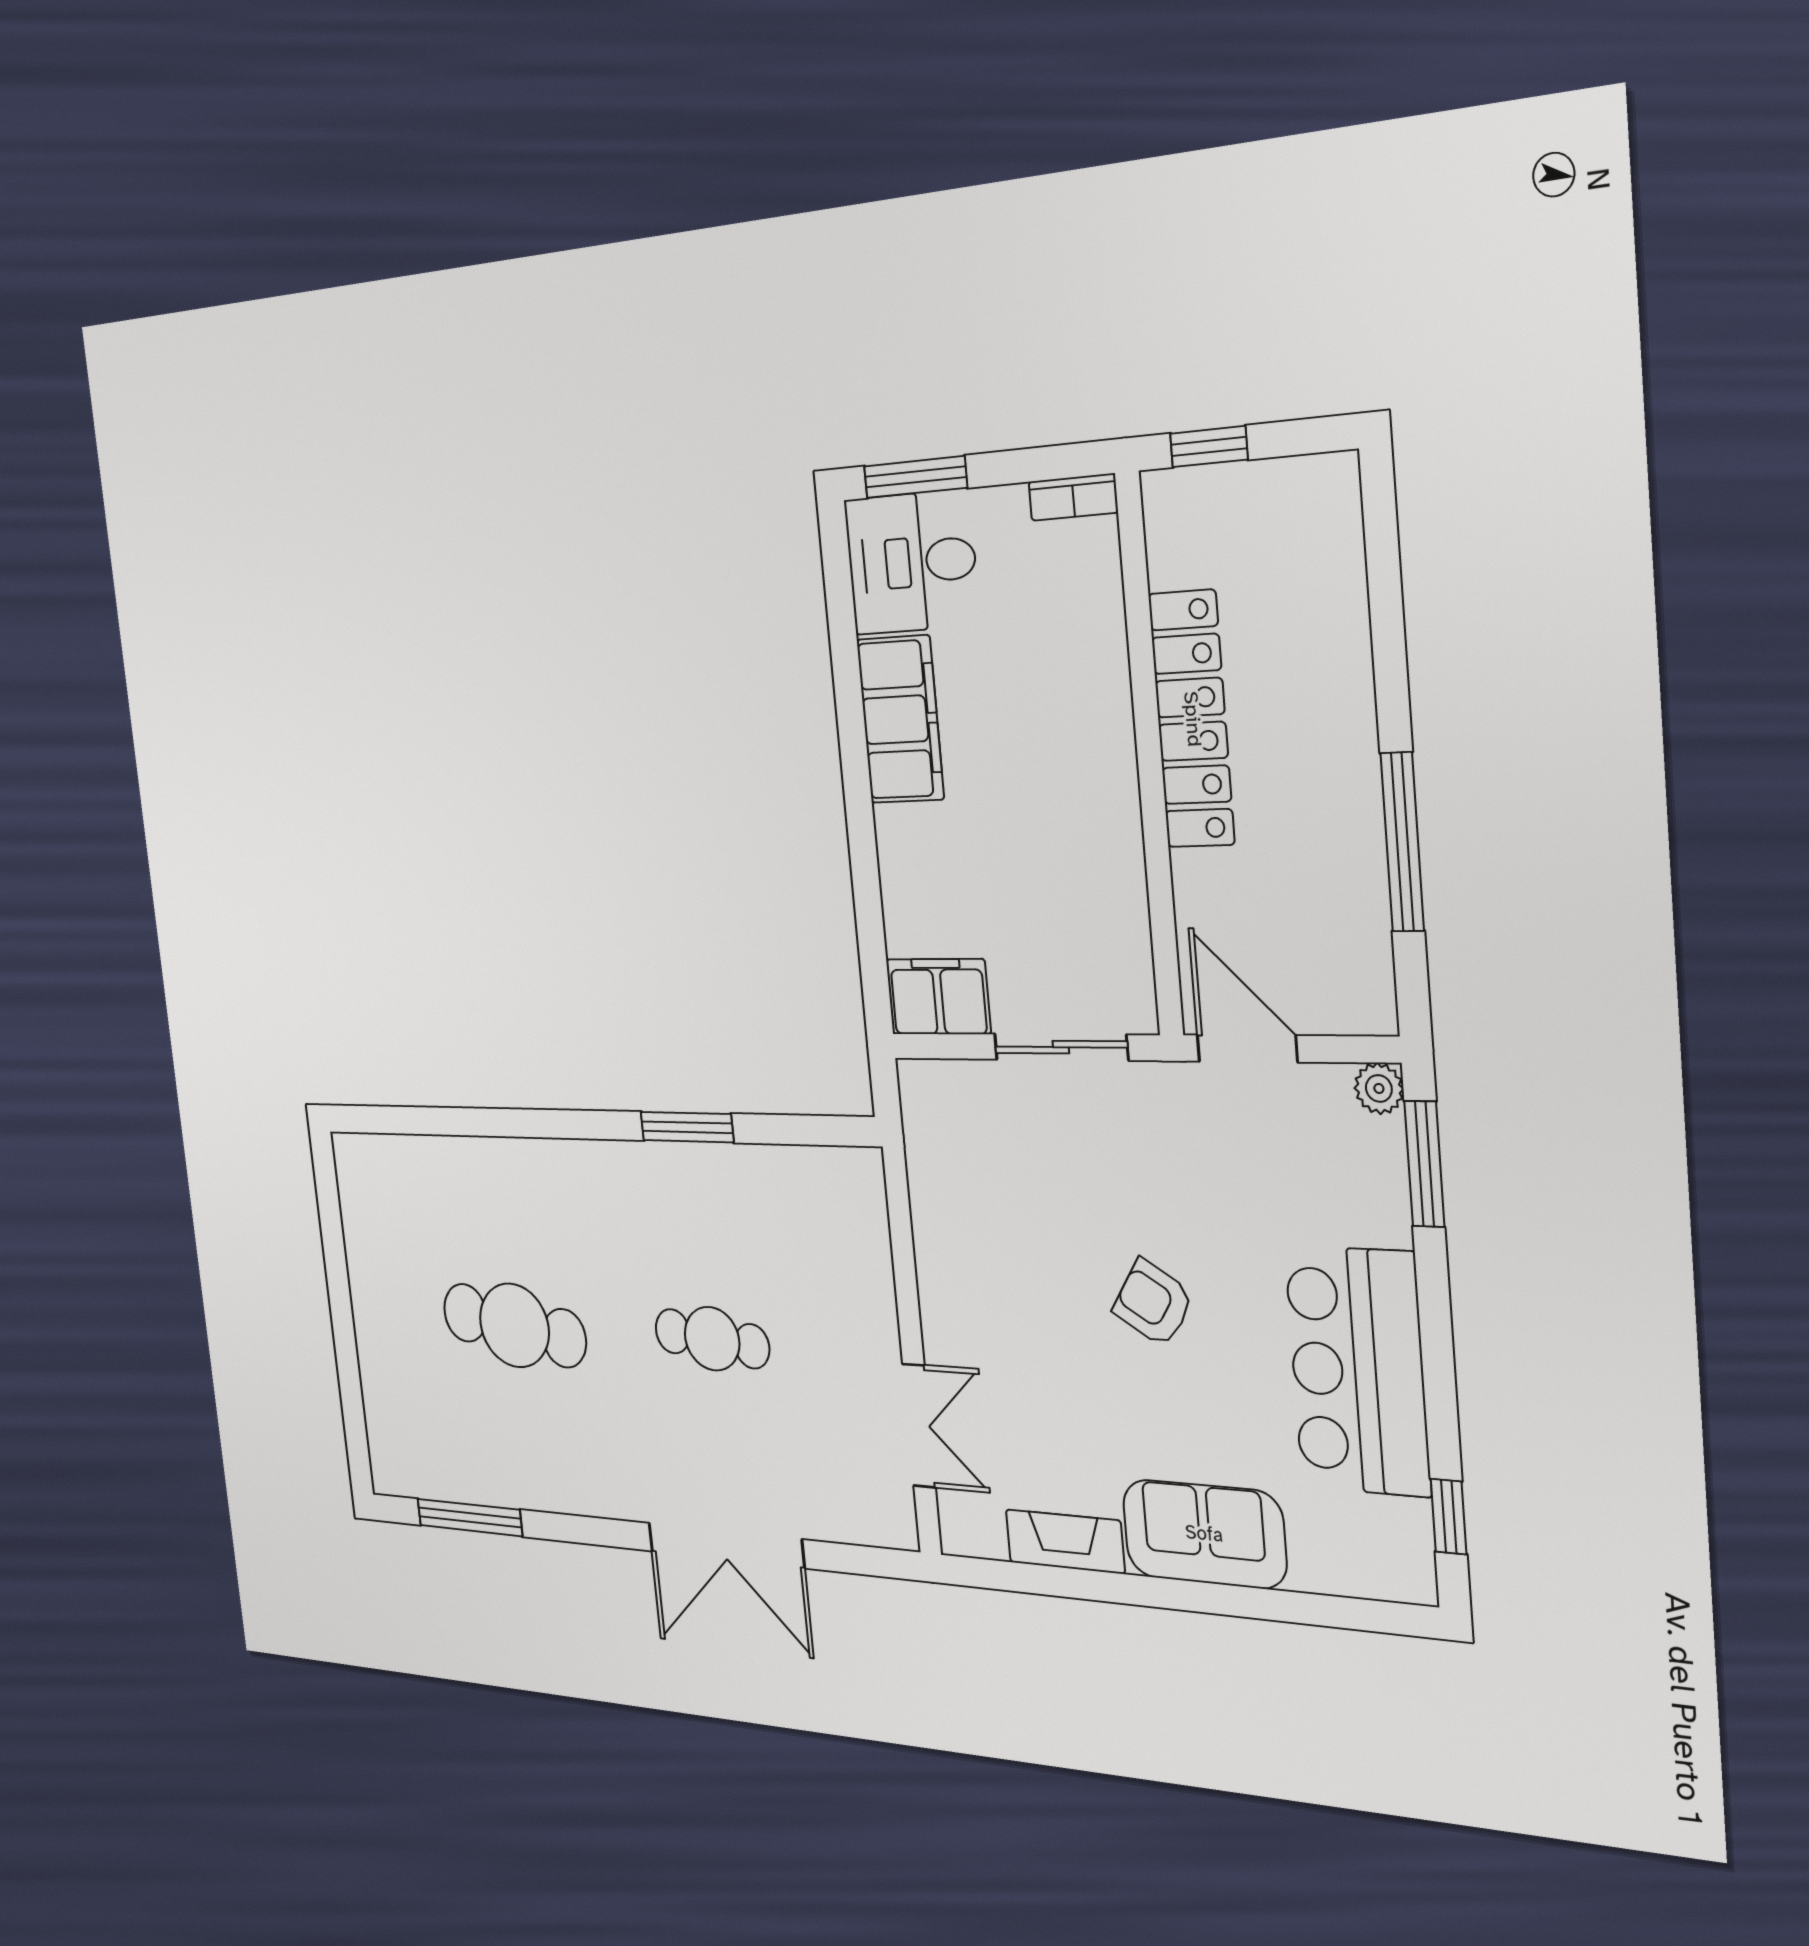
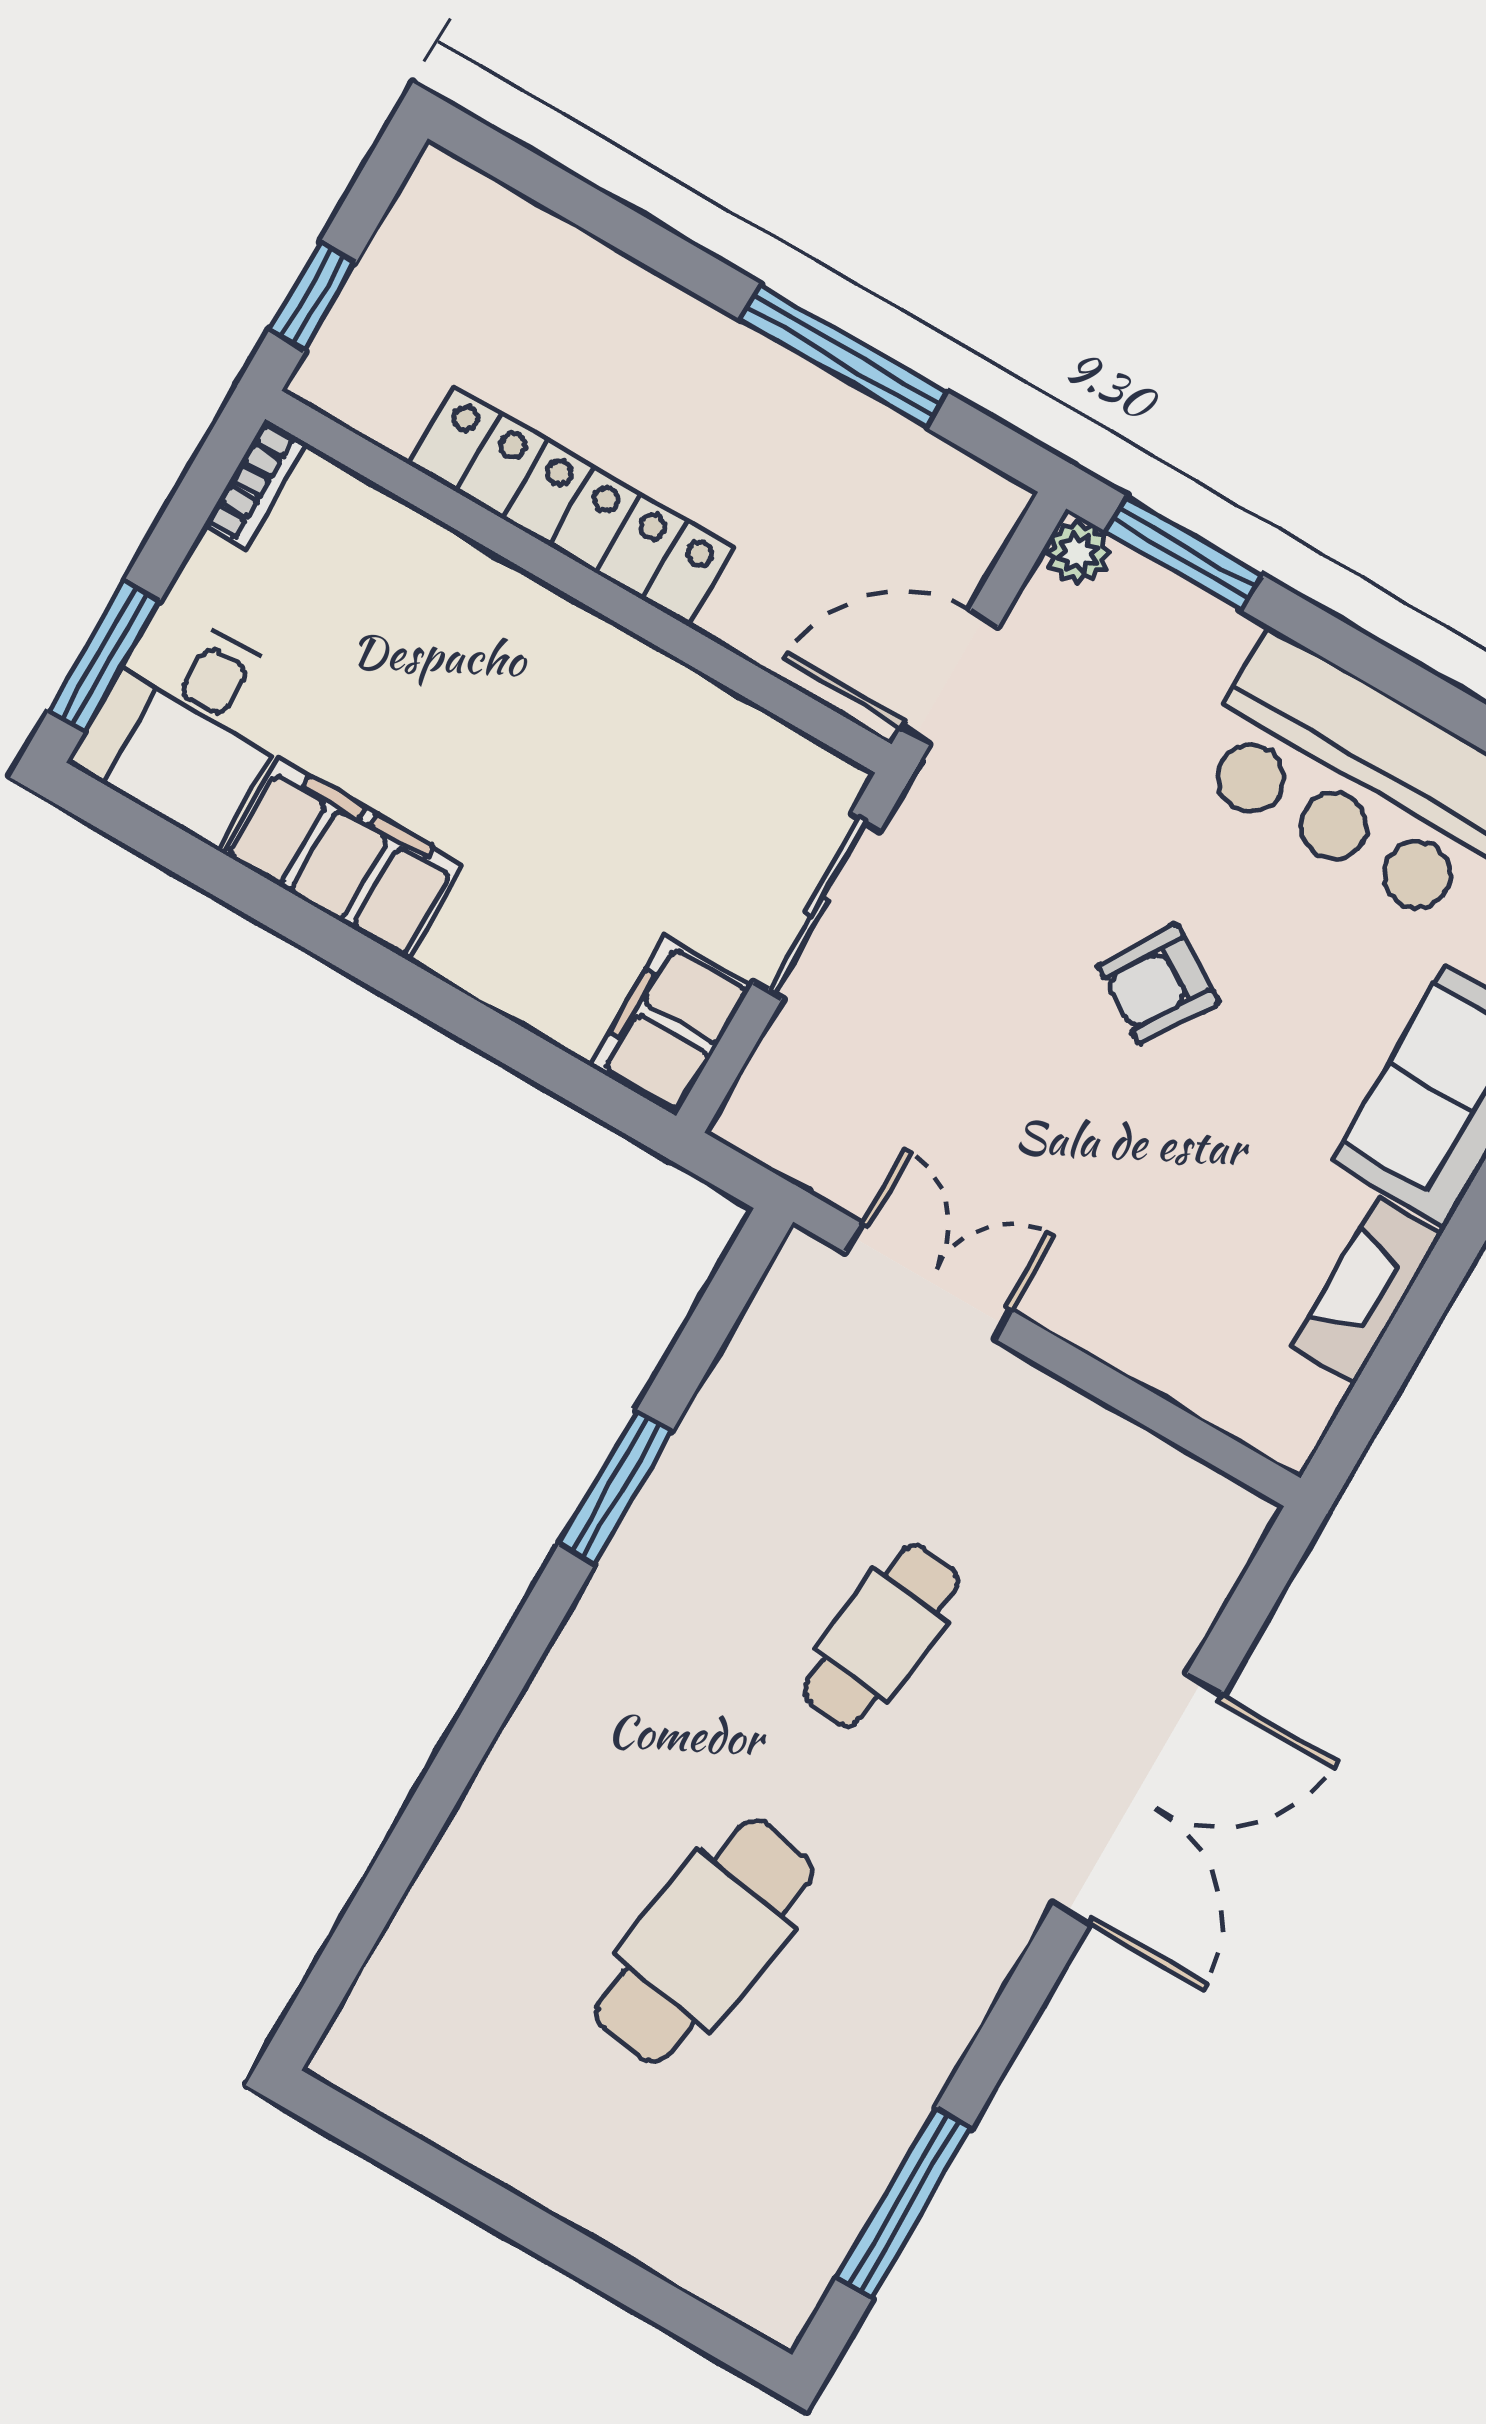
double door: (919, 1426) -> (928, 1281), moved

